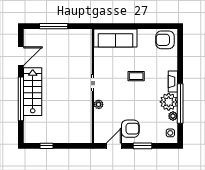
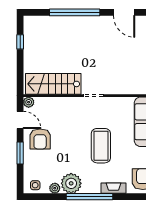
coffee table: (136, 76) -> (101, 146), width x1.86, depth x1.72
fireplace: (173, 82) -> (114, 188), moved
stairs: (33, 92) -> (53, 84), moved, turned 180
plant: (99, 104) -> (29, 102), moved
window: (180, 104) -> (90, 197), moved

